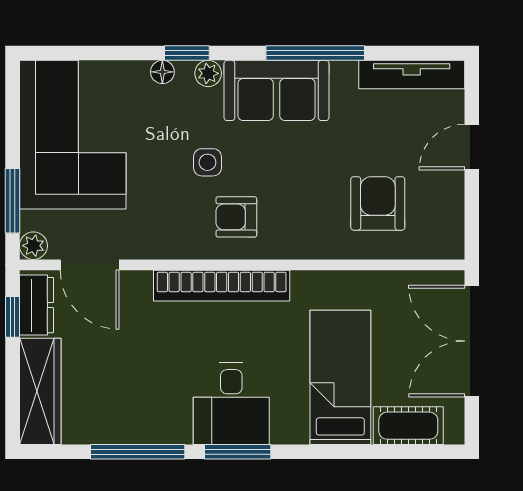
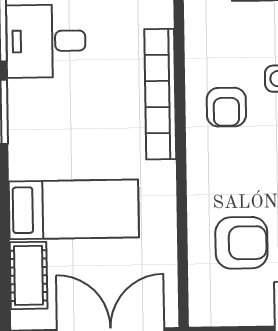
armchair: (236, 217) -> (226, 107), turned 180
desk: (231, 404) -> (46, 41), moved

